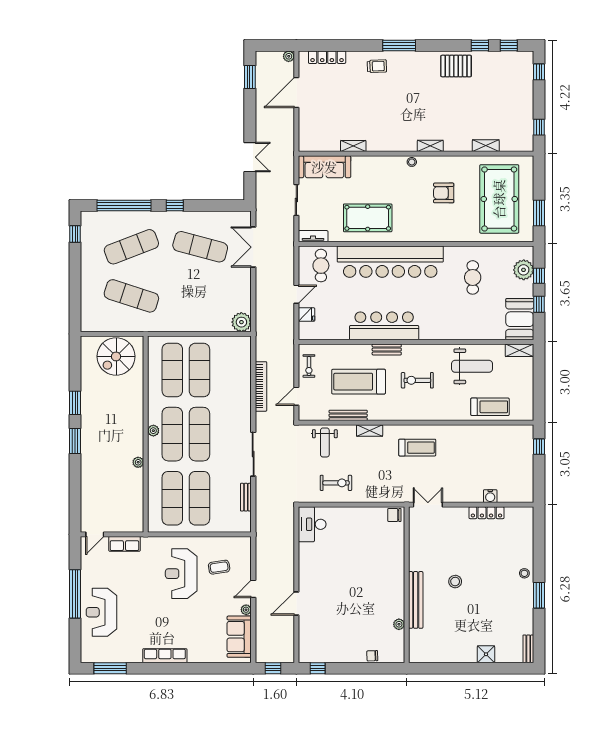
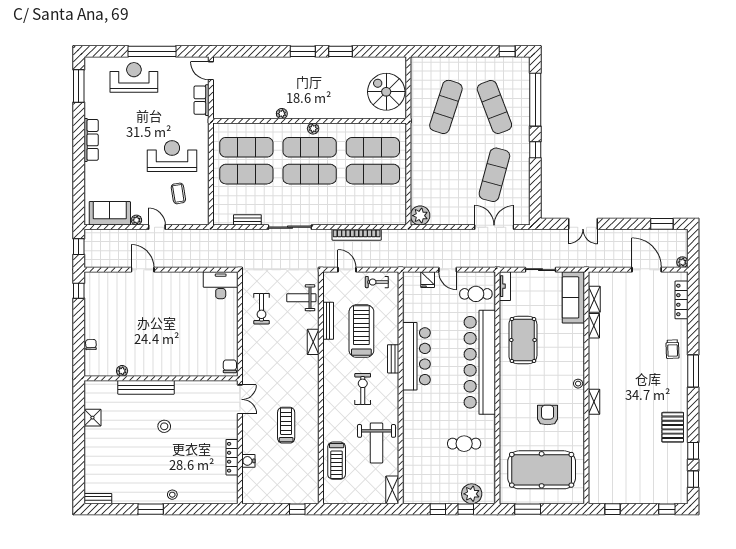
shelving: (486, 146) -> (594, 299), moved
booth: (520, 319) -> (423, 490), removed
treadmill: (417, 448) -> (286, 425), moved, turned 180
shower: (486, 654) -> (92, 418), moved

